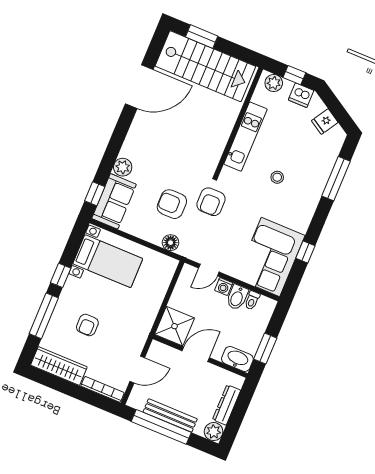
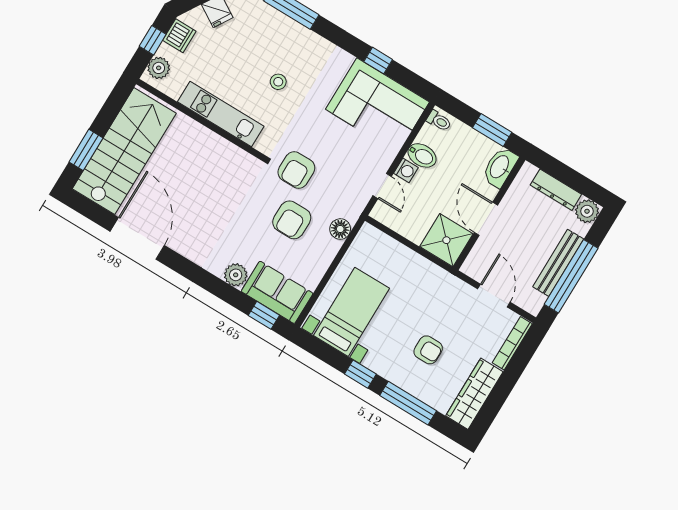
armchair: (211, 202) -> (296, 170), turned 90
toilet: (252, 300) -> (439, 121), moved

